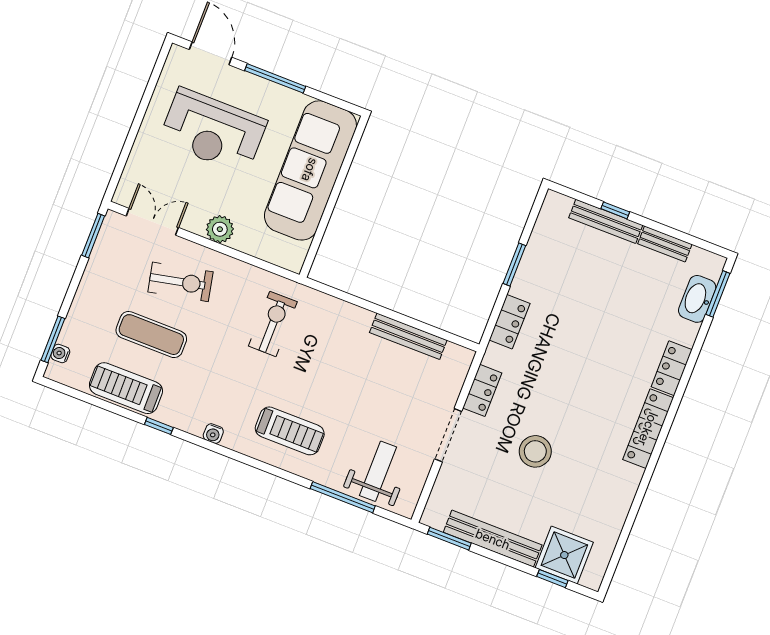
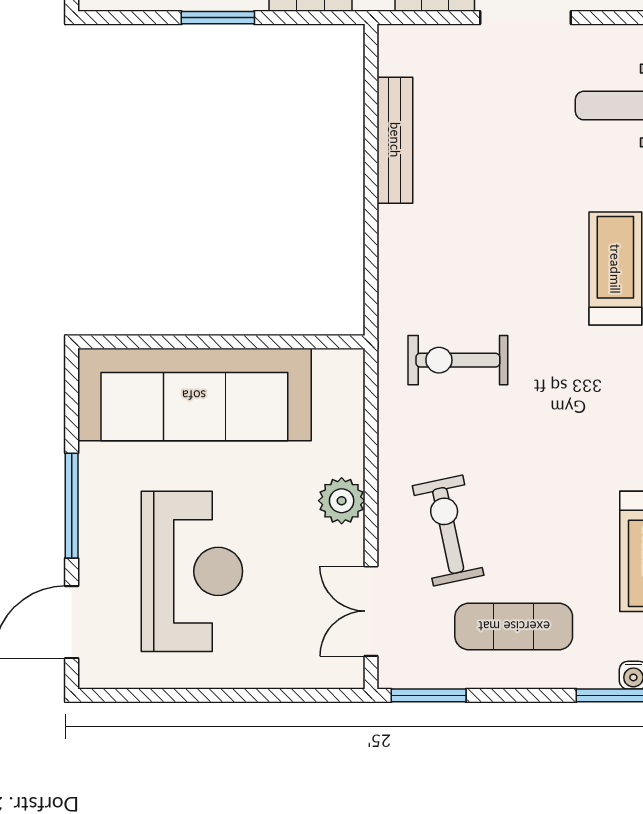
exercise mat: (151, 335) -> (514, 626), moved, turned 90

